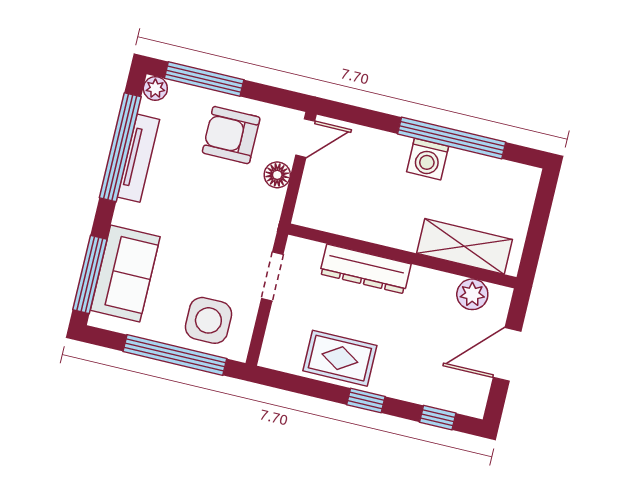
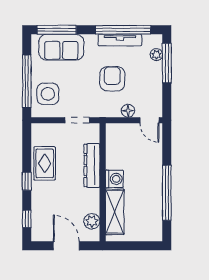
plant: (155, 88) -> (156, 55), moved
armchair: (231, 135) -> (112, 79), moved
washing machine: (428, 159) -> (114, 179), moved, turned 180

